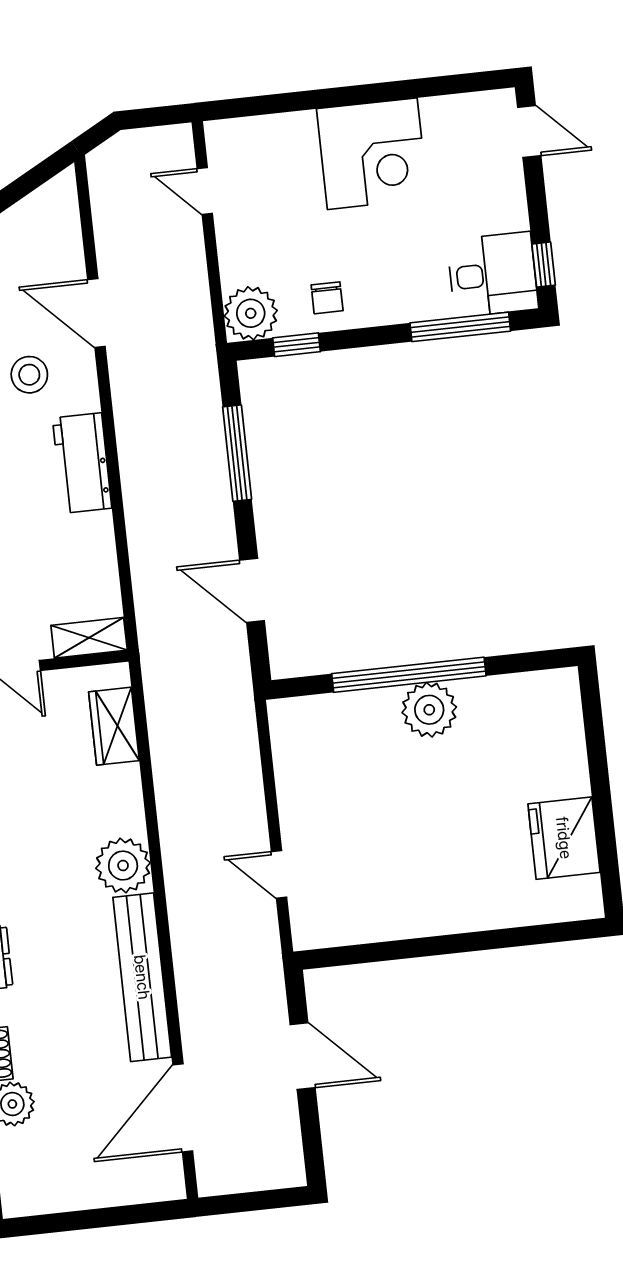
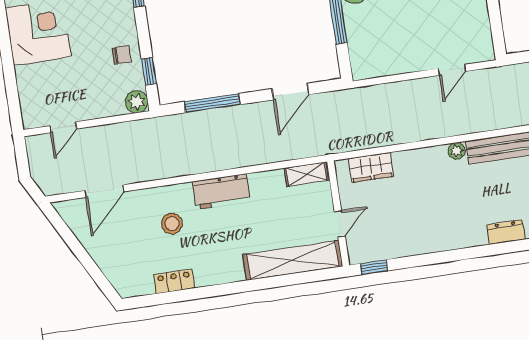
door: (96, 313) -> (104, 191), moved
plant: (251, 313) -> (137, 102), width x0.73, depth x0.73
shelving: (89, 638) -> (306, 174), moved, turned 90
plant: (123, 866) -> (457, 151), width x0.53, depth x0.53

